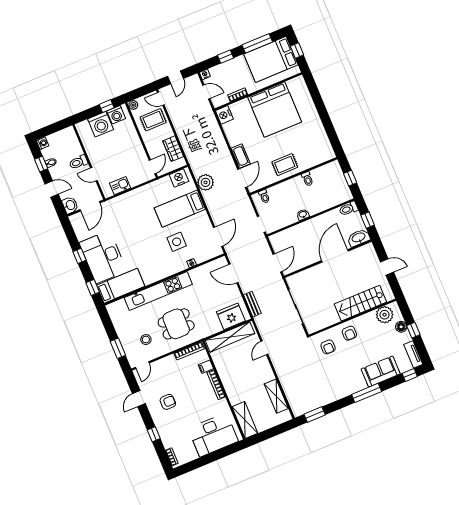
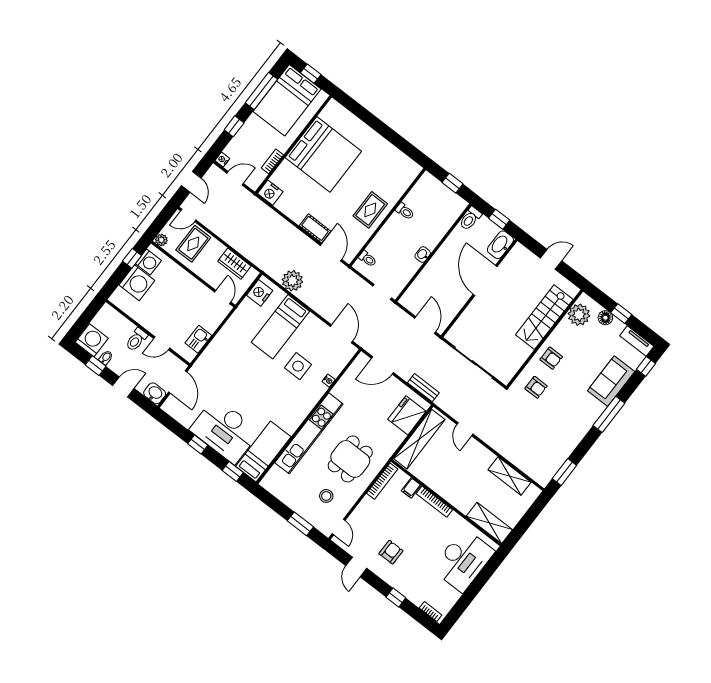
washing machine: (43, 143) -> (92, 340), width x1.89, depth x1.89

